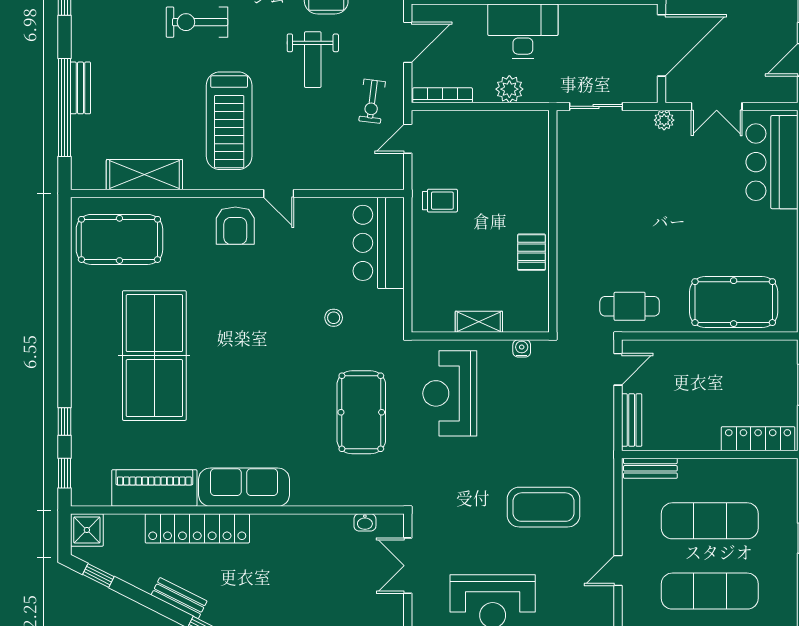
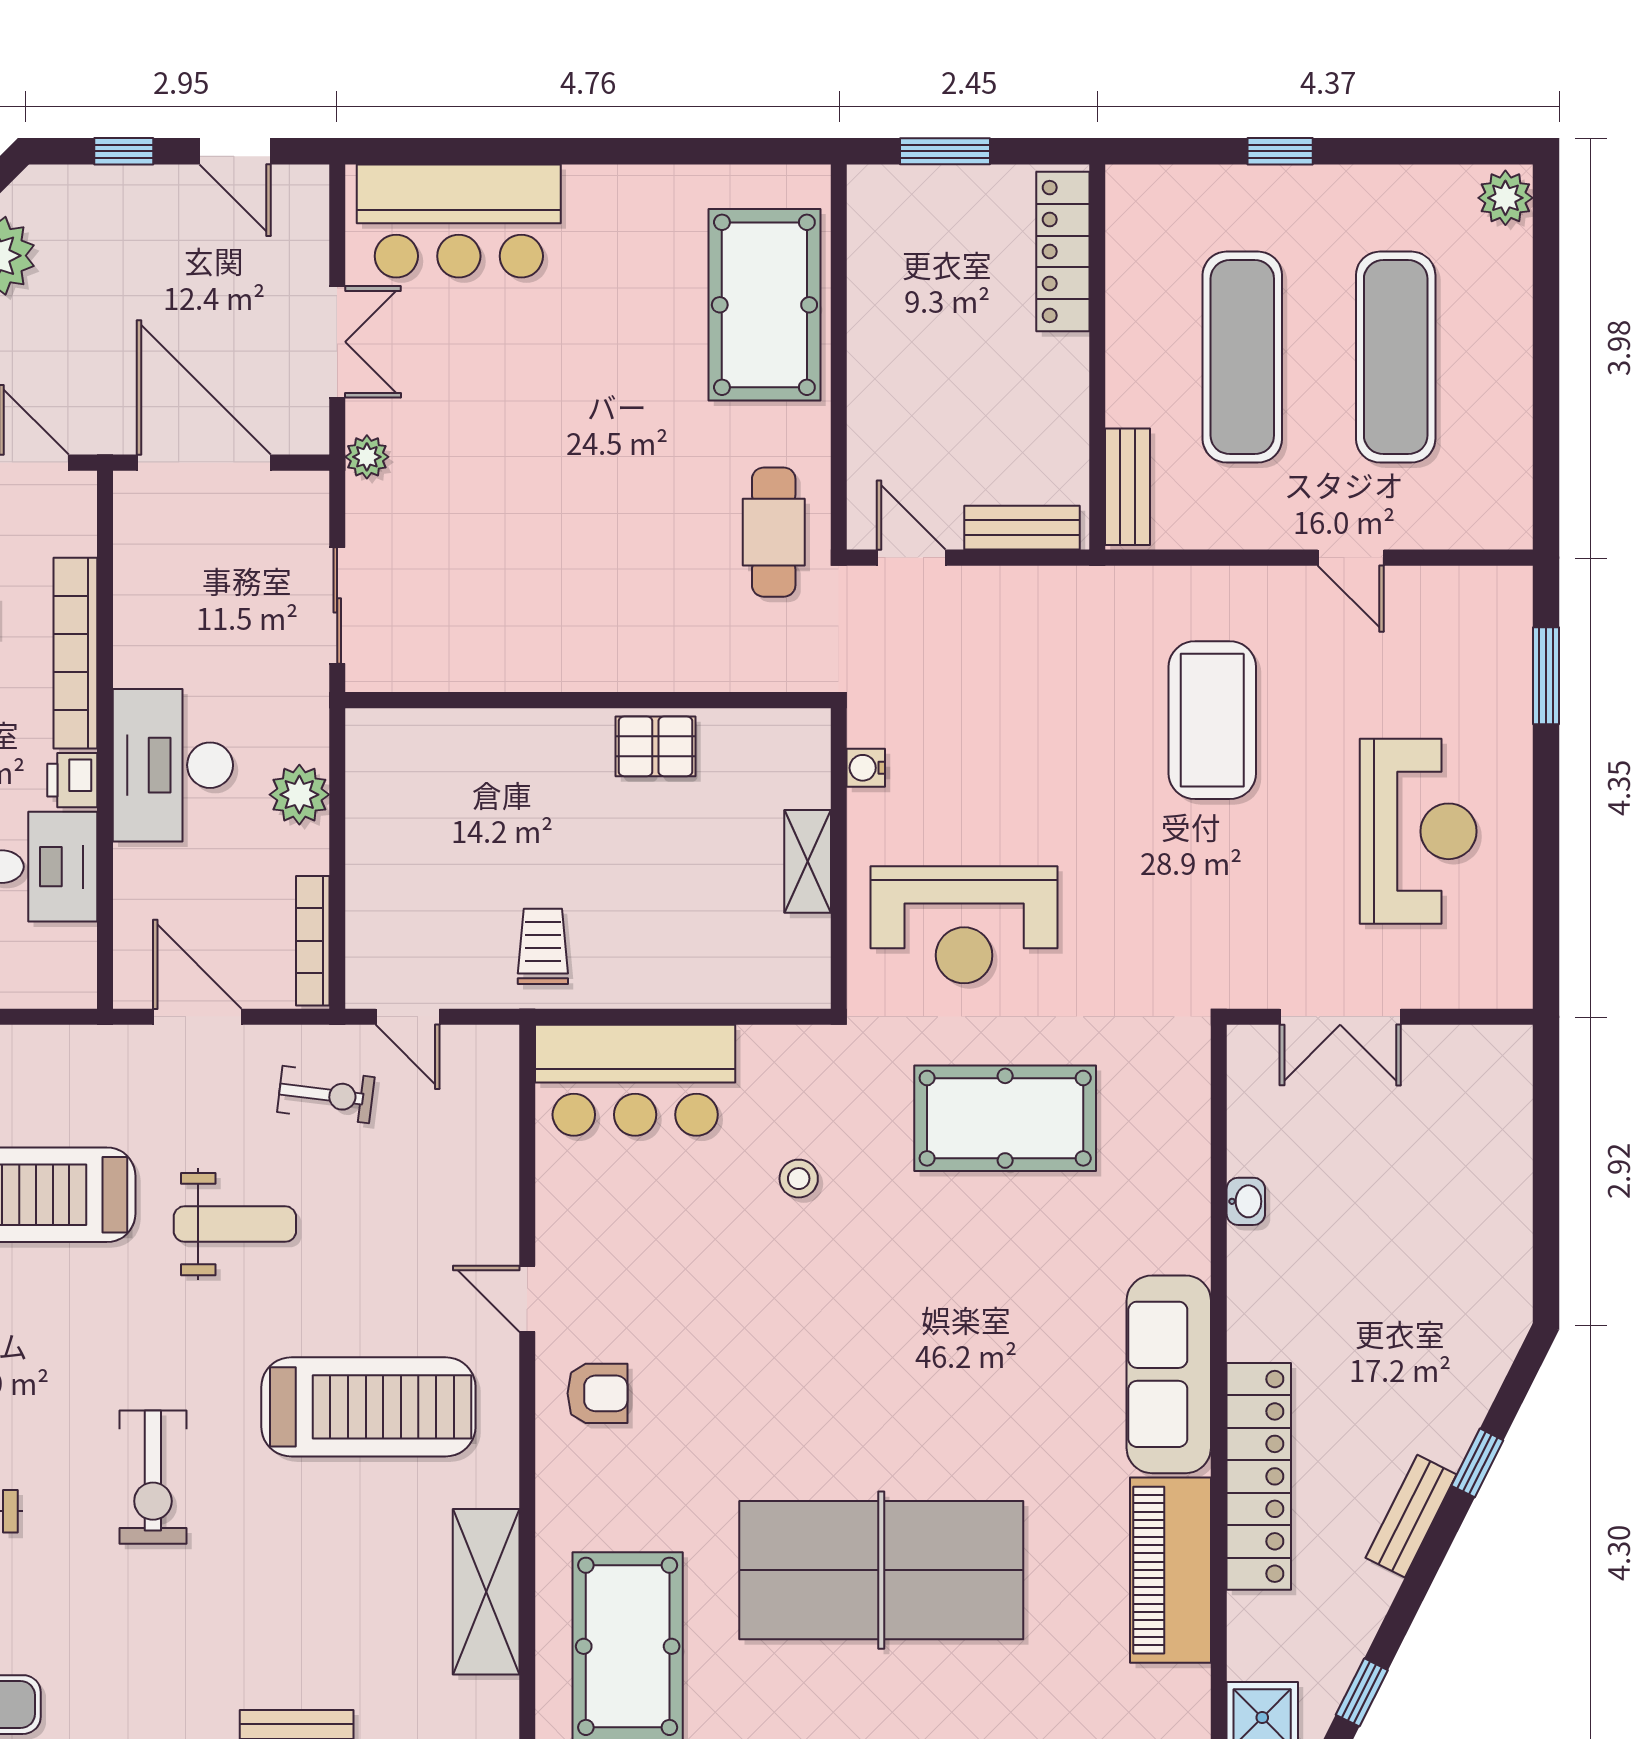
door: (279, 193) -> (527, 1299), swing flipped
armchair: (235, 226) -> (597, 1393), width x0.72, depth x0.72
washbasin: (365, 522) -> (1246, 1201), moved

